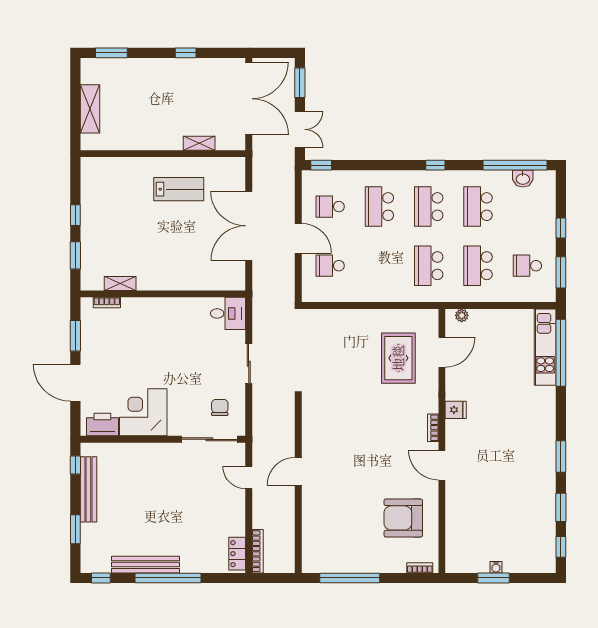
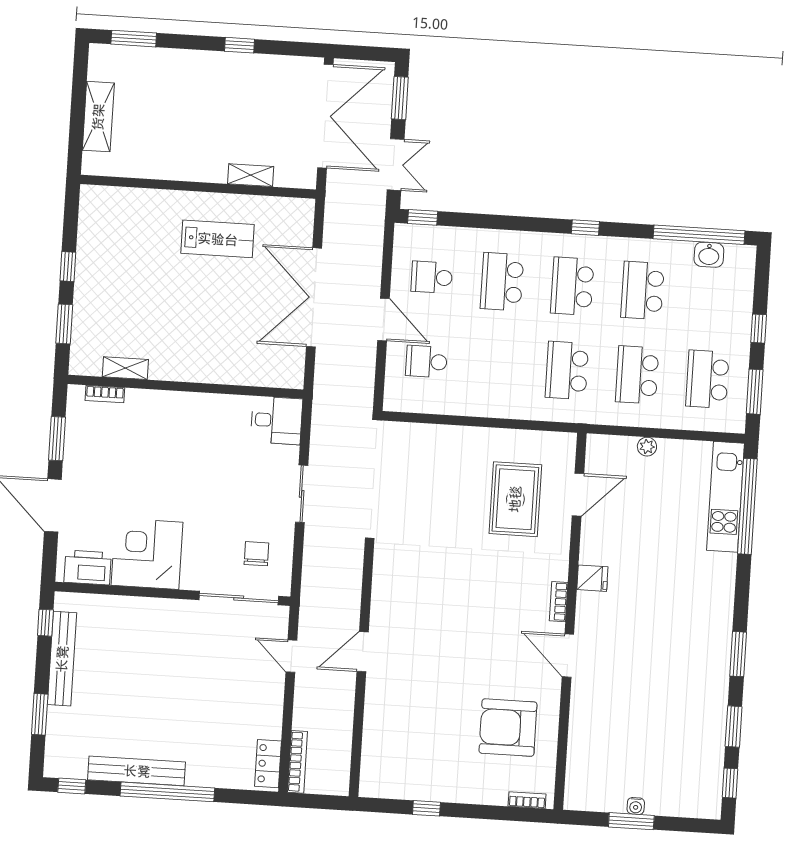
school desk: (527, 266) -> (707, 379), width x1.85
plant: (462, 315) -> (647, 447), moved
window: (350, 578) -> (426, 808), width x0.32

